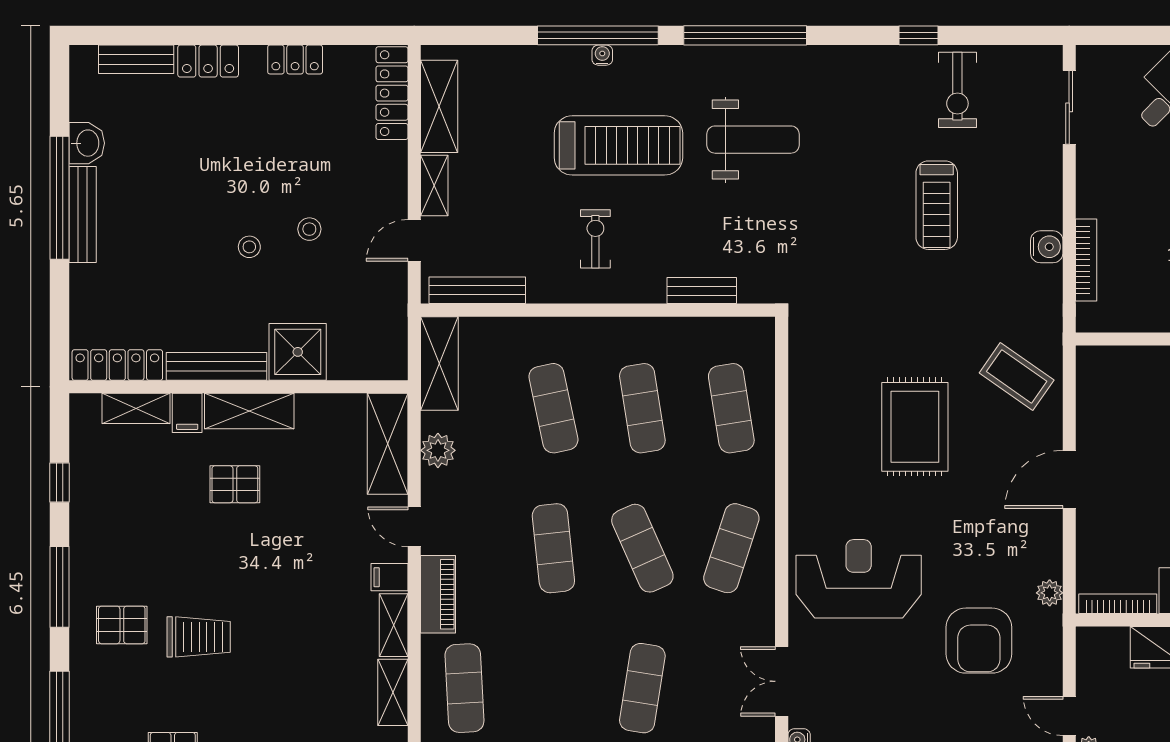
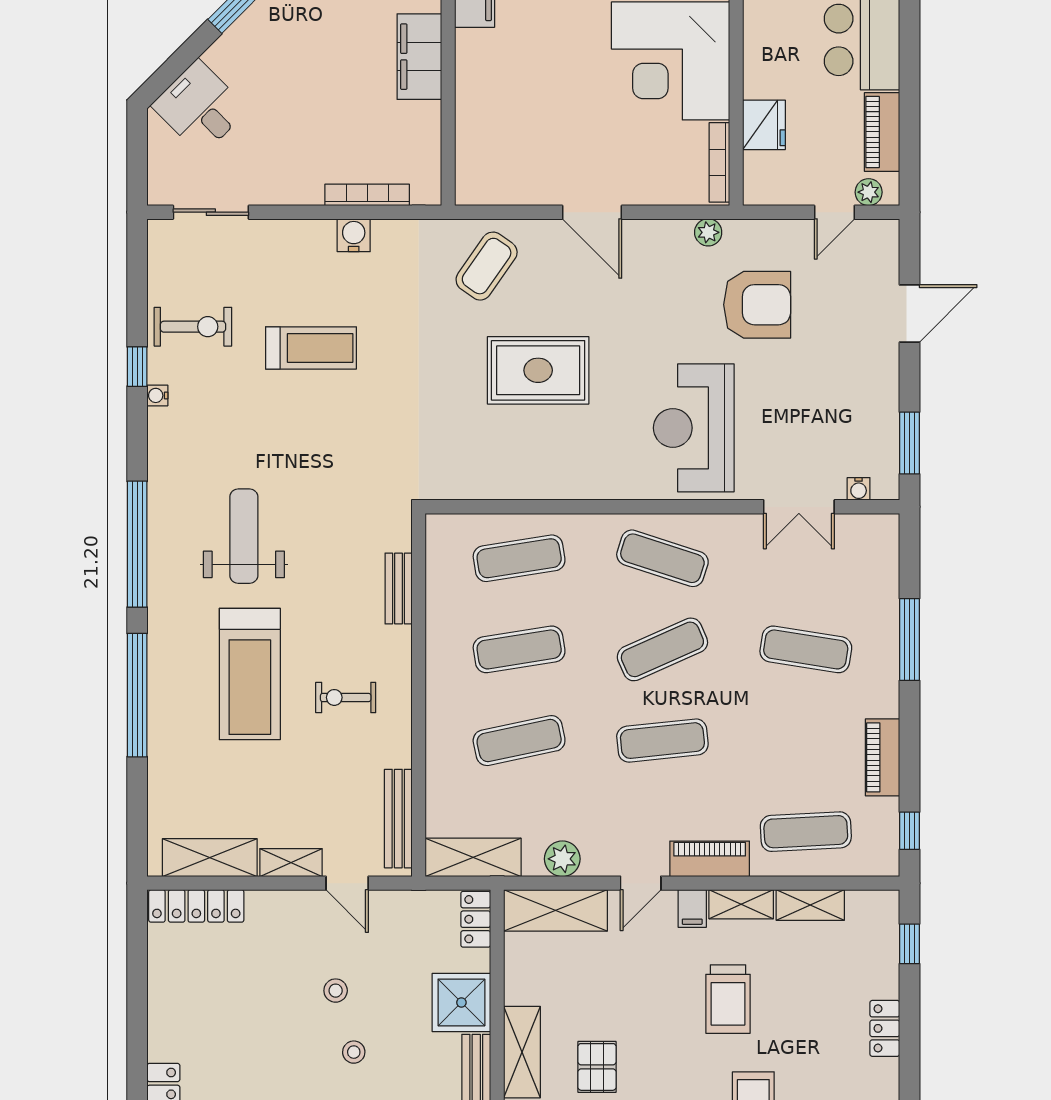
water cooler: (602, 55) -> (157, 395), moved
locker: (295, 60) -> (476, 919), moved, turned 180
treadmill: (618, 145) -> (250, 674), turned 180
trolley: (301, 612) -> (728, 999), added

